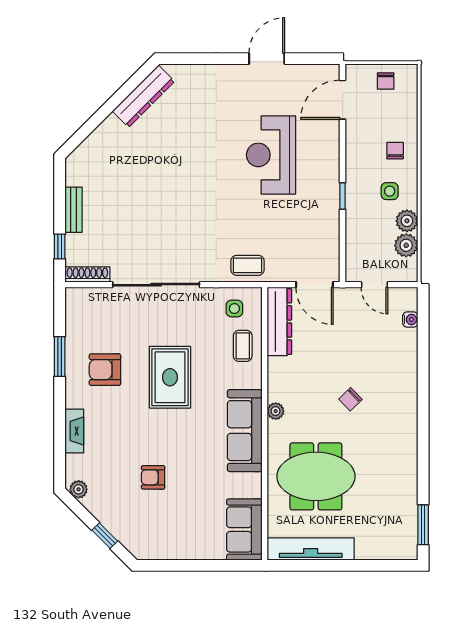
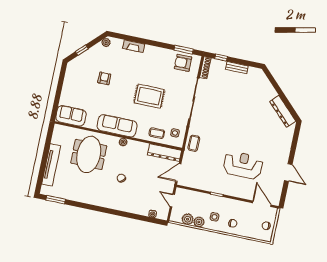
door: (374, 285) -> (172, 201), hinge flipped
window: (60, 356) -> (184, 50), moved
armchair: (105, 370) -> (183, 63), moved, turned -90
tv unit: (311, 549) -> (51, 165), moved

